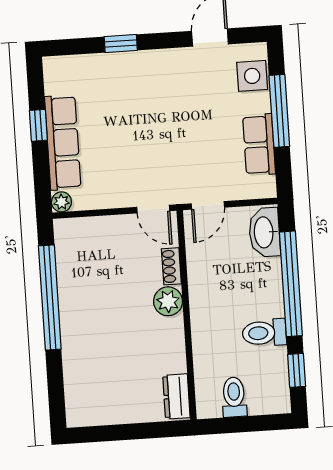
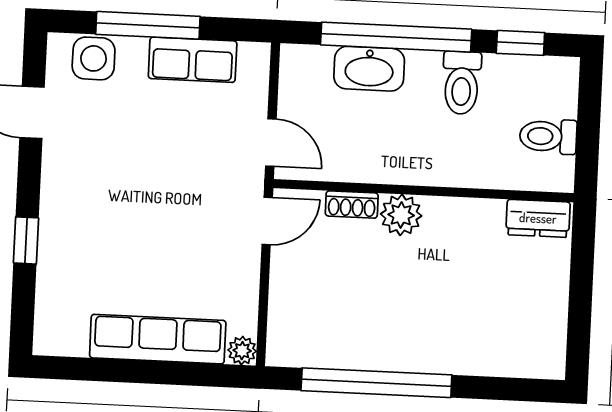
window: (38, 125) -> (129, 371), removed
washbasin: (264, 232) -> (369, 69), moved

